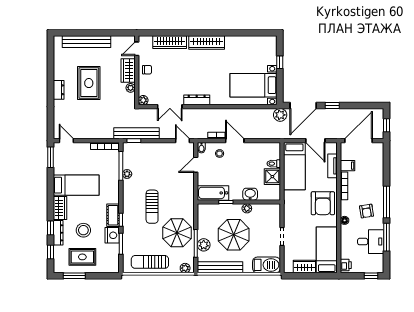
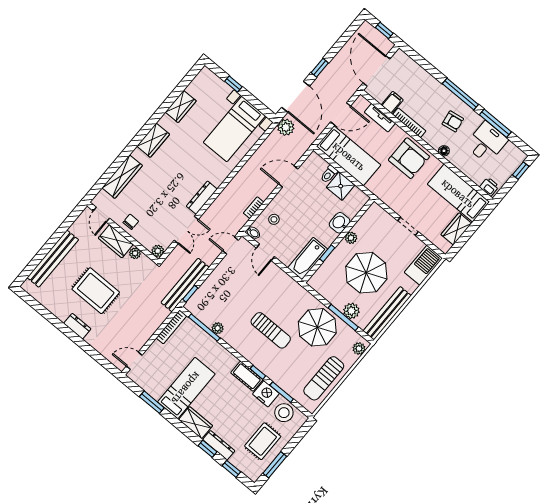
wardrobe: (240, 42) -> (181, 106), added
wardrobe: (207, 43) -> (153, 140), width x0.67
door: (235, 141) -> (288, 176), moved
window: (50, 157) -> (152, 402), moved
stool: (83, 230) -> (284, 413), moved

